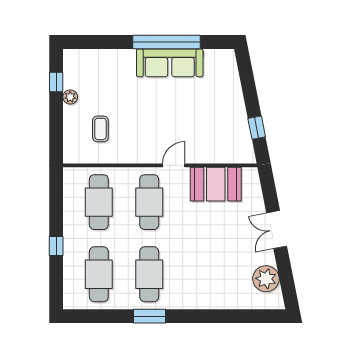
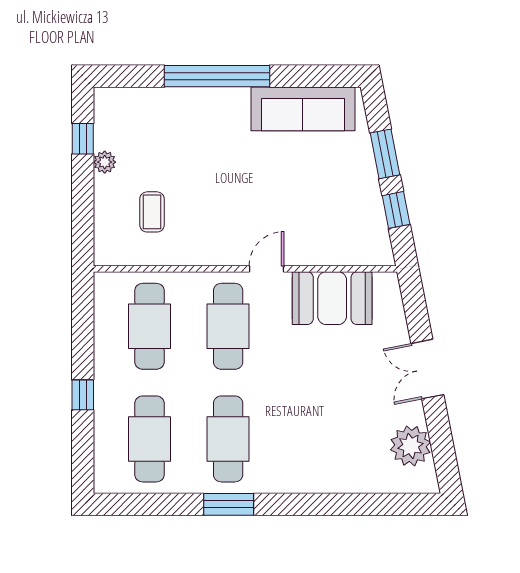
window: (166, 42) -> (217, 76), moved
sofa: (170, 63) -> (303, 109), moved
window: (250, 92) -> (385, 154), added

